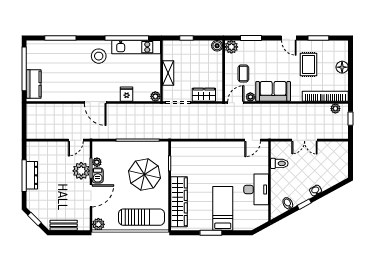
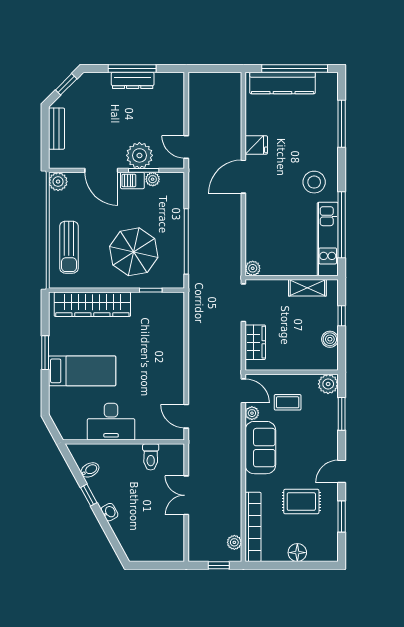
boiler: (217, 46) -> (330, 339), moved
shelving: (168, 73) -> (307, 288), moved
kitchen counter: (34, 84) -> (283, 83), width x1.50
fridge: (127, 94) -> (256, 145), moved
sun lounger: (141, 217) -> (69, 247), width x0.73, depth x0.75

